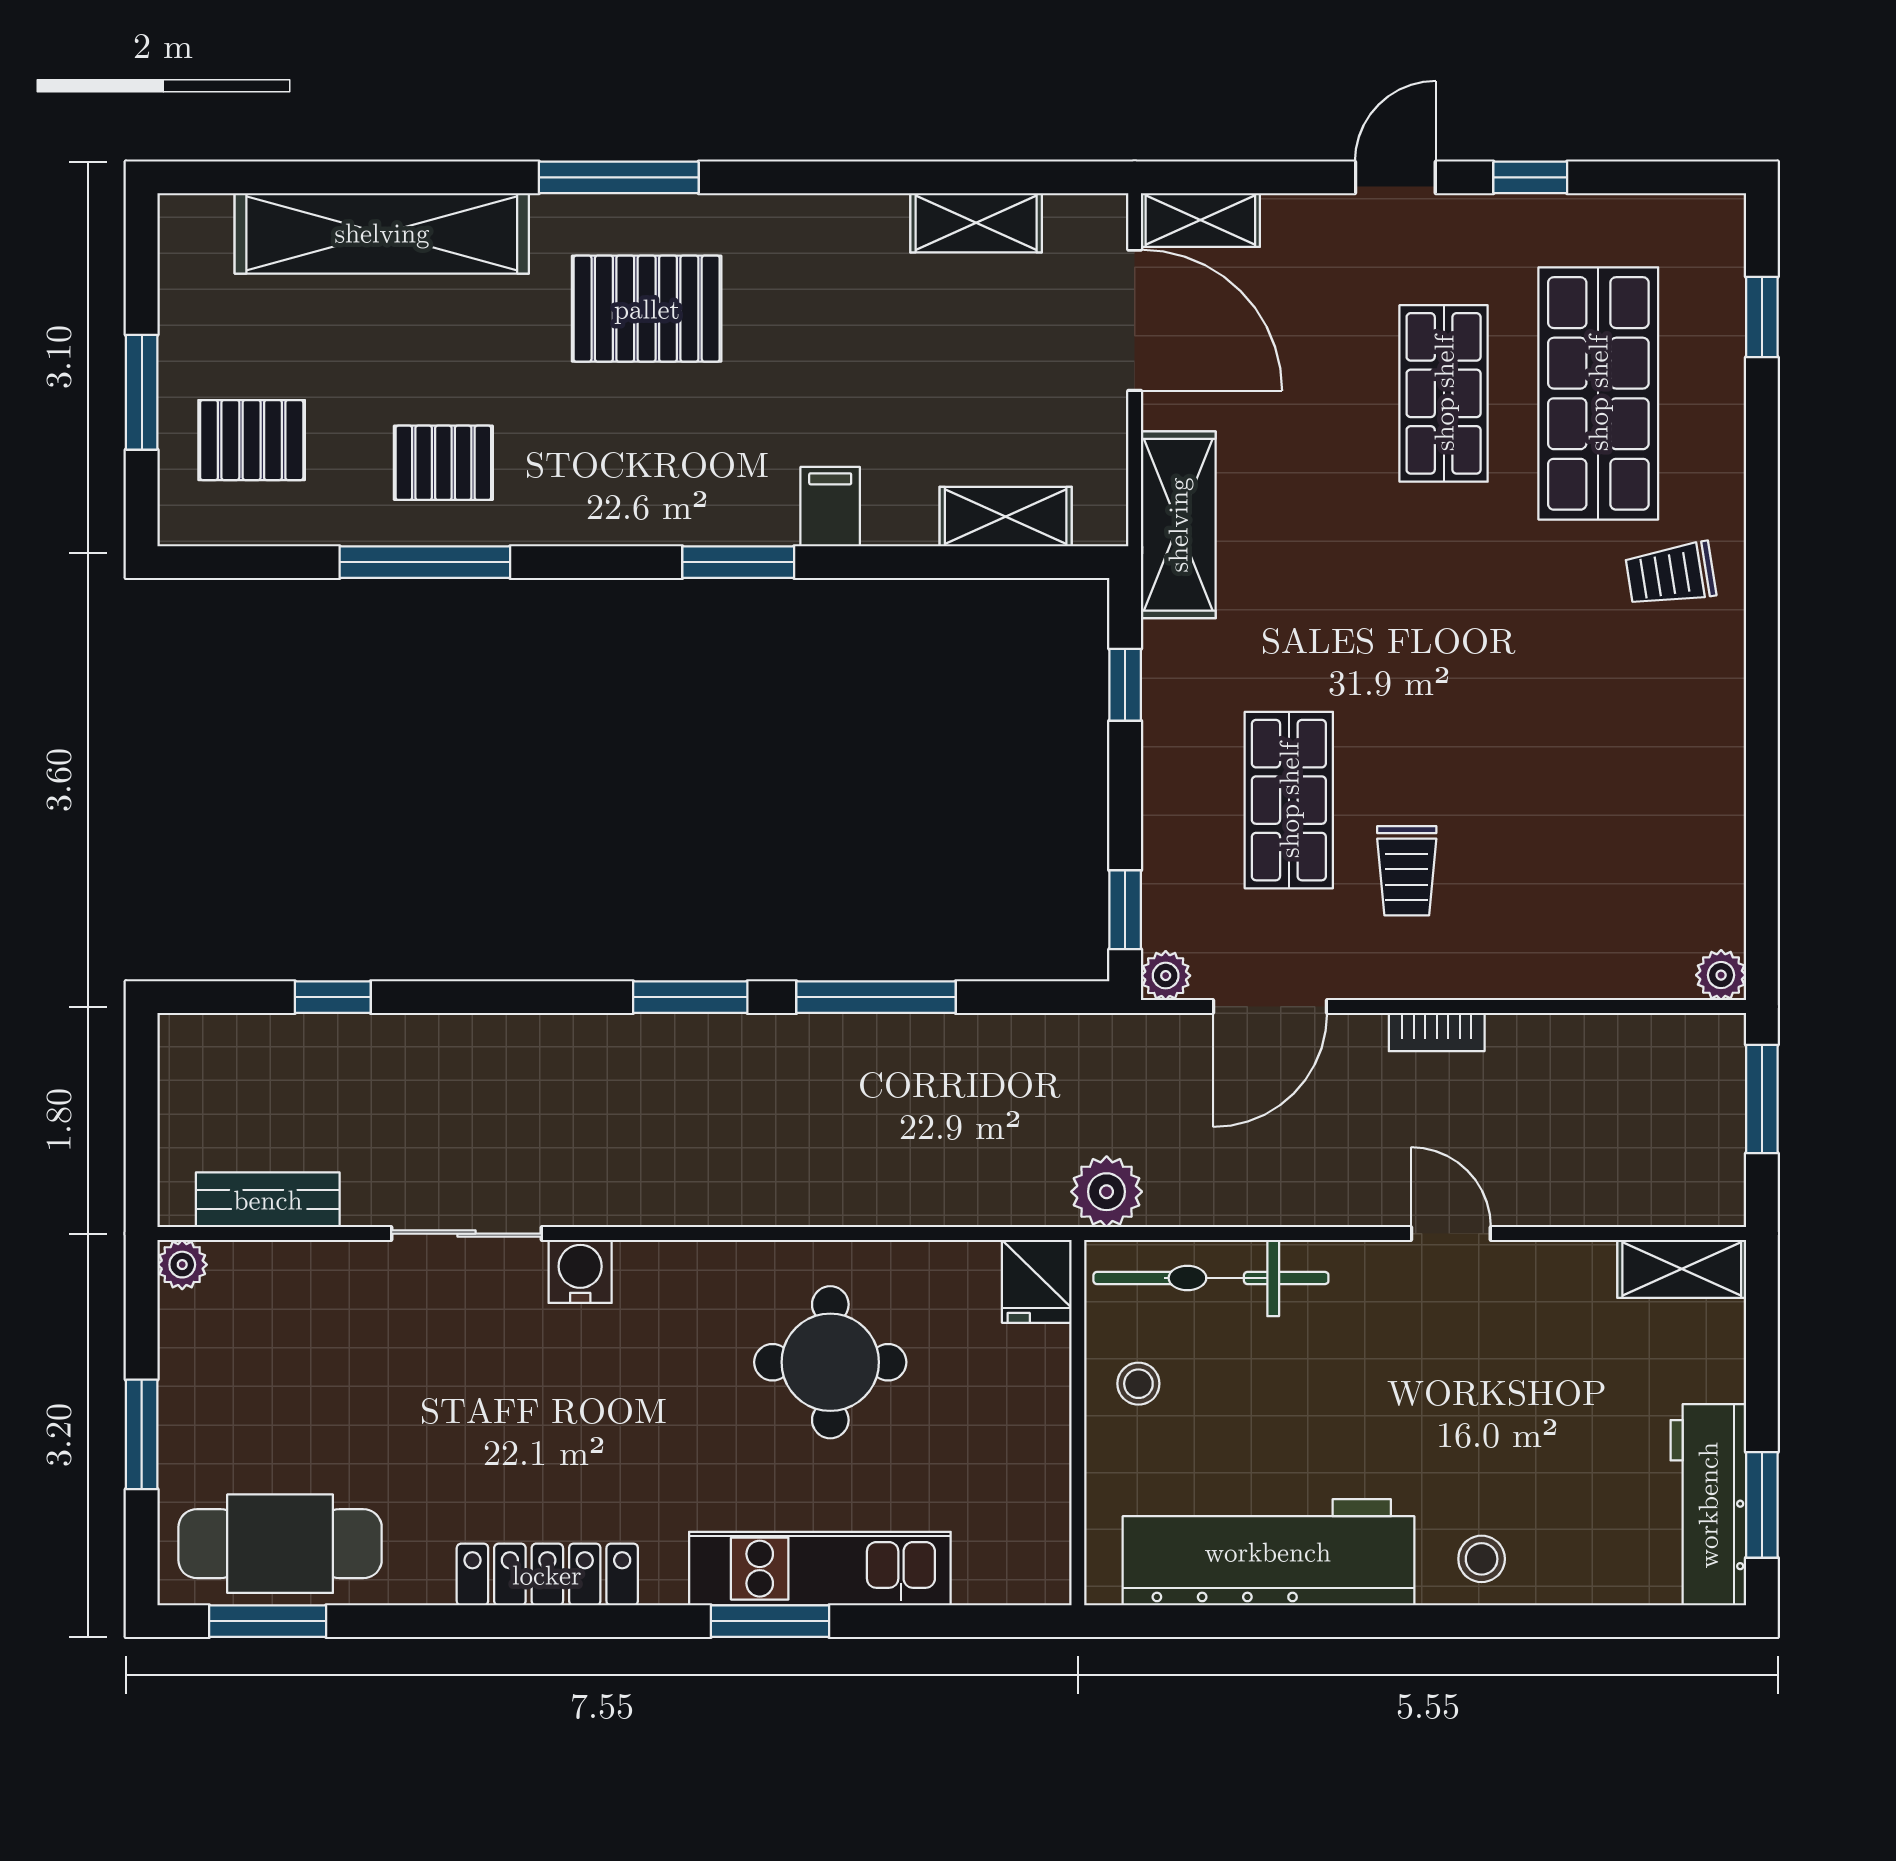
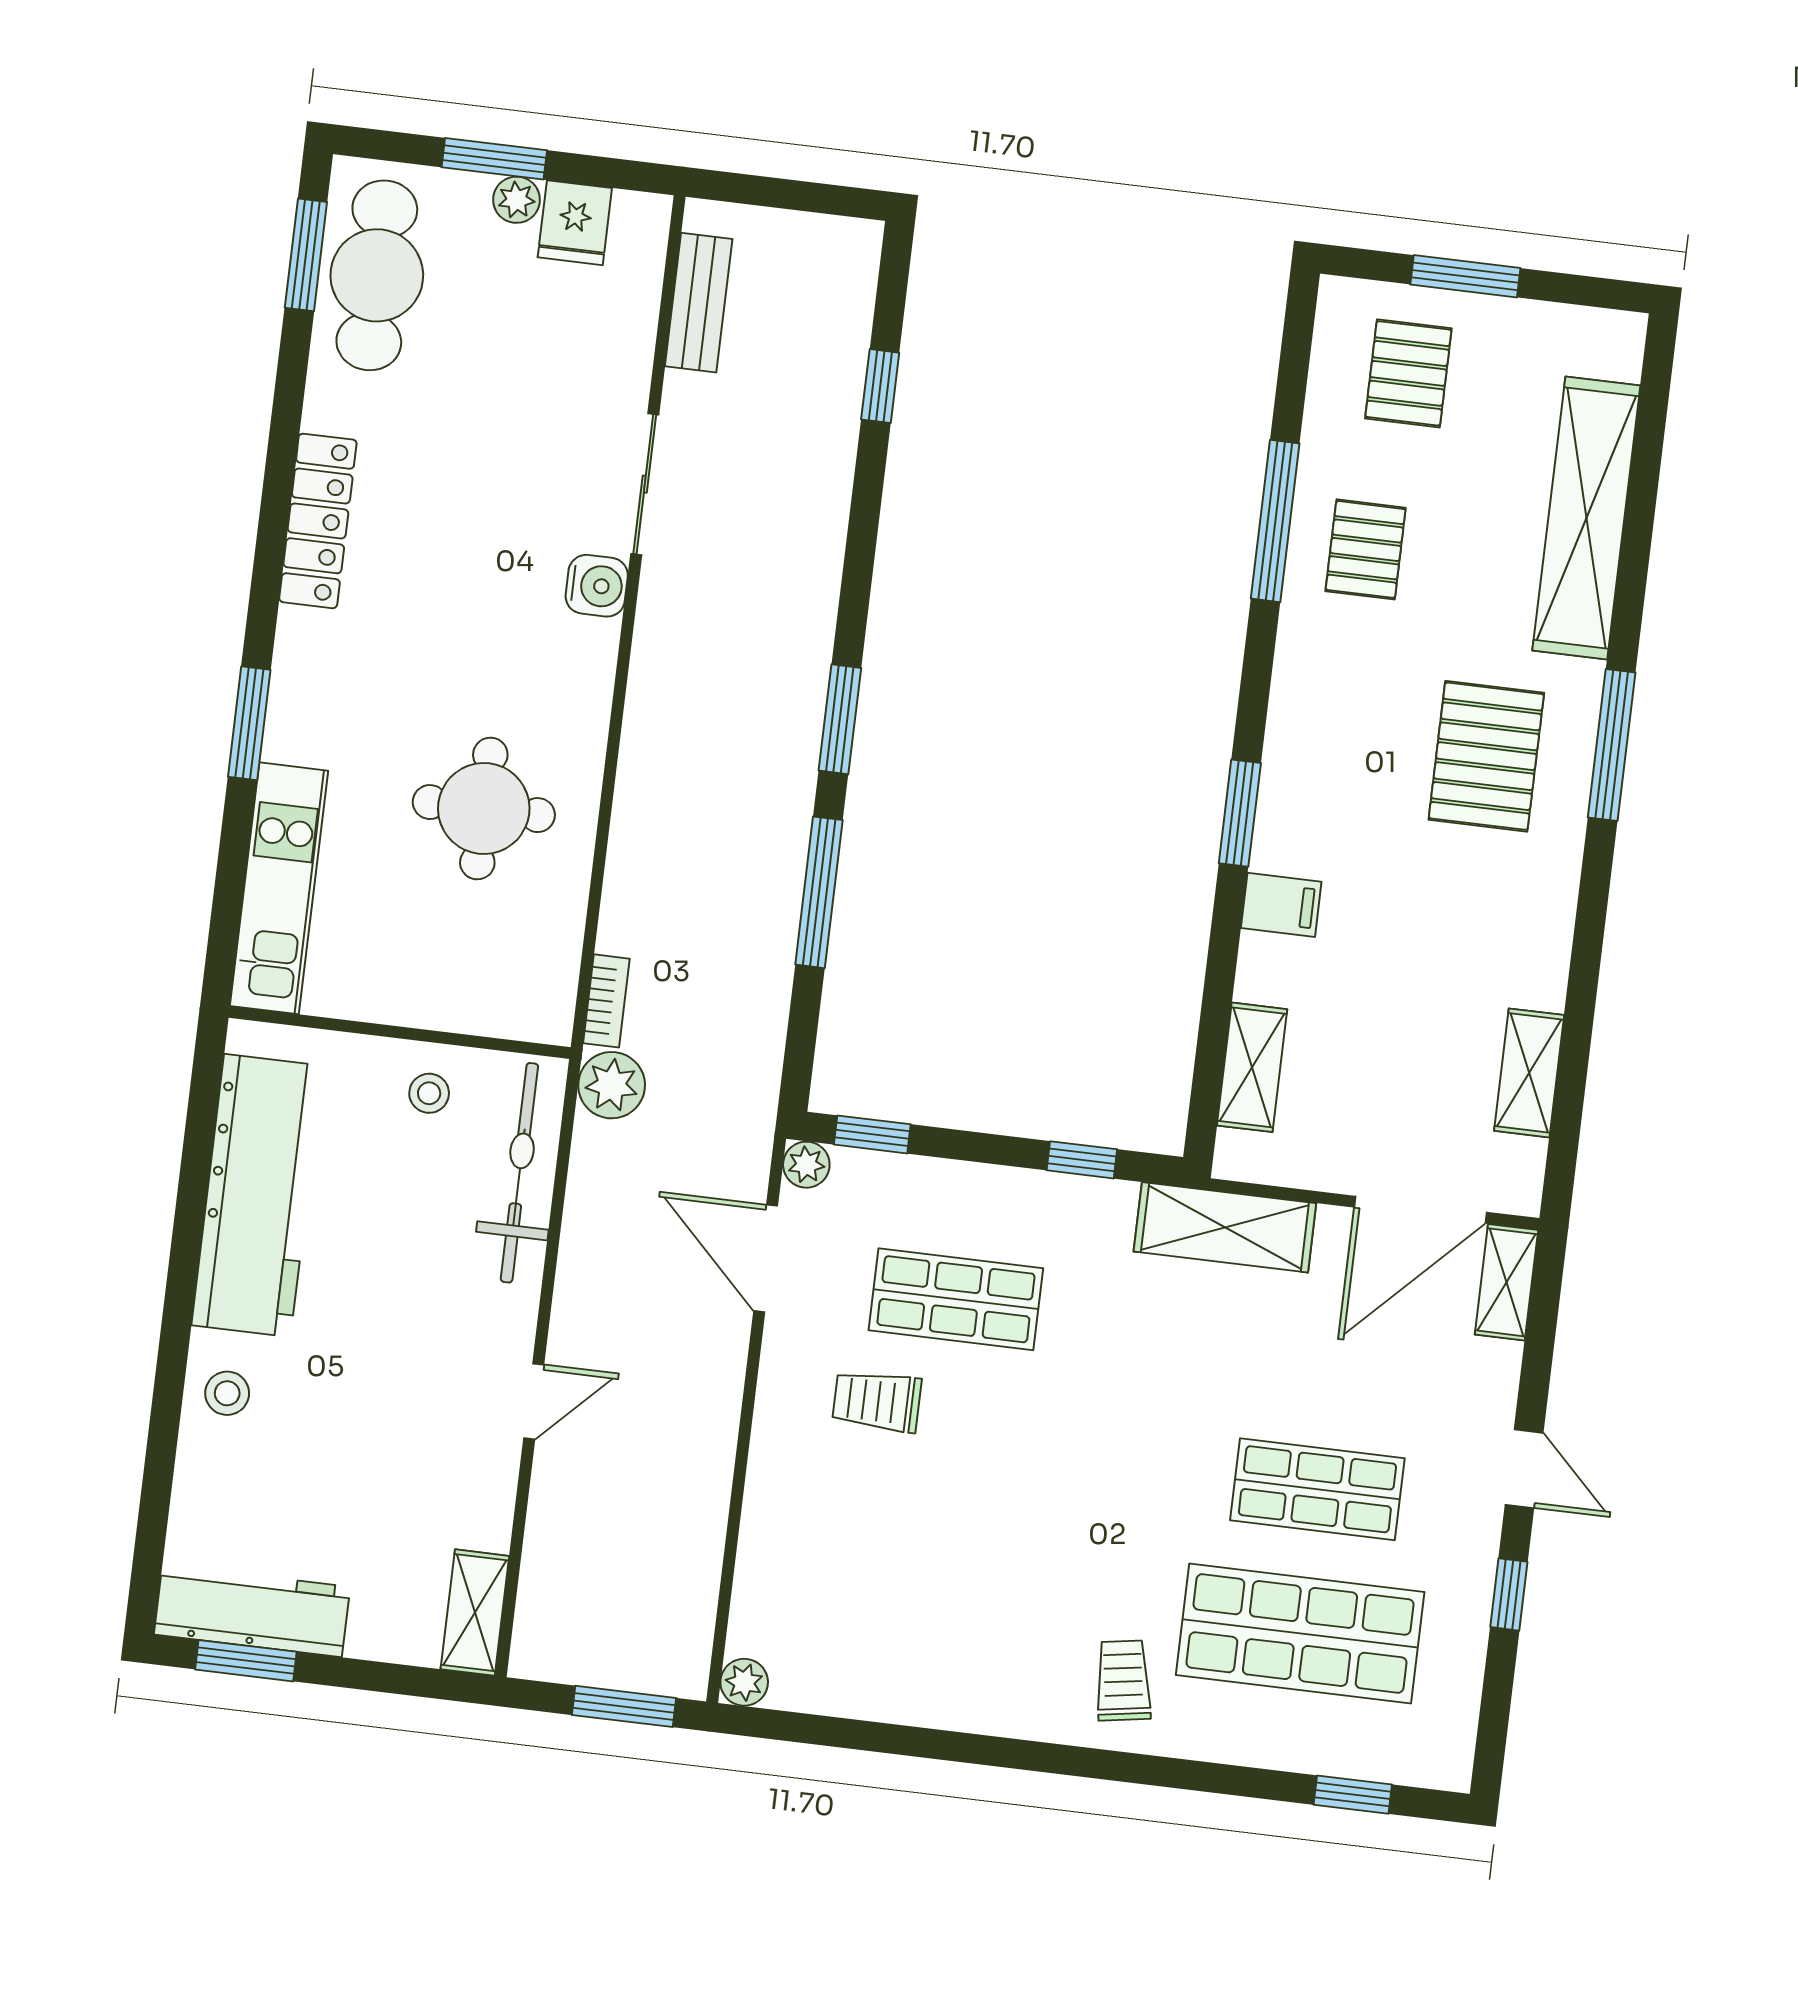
bookcase: (1437, 1032) -> (606, 1001), moved, turned 180
plant: (182, 1265) -> (517, 200), moved
fridge: (1037, 1281) -> (575, 223), moved, turned -90
kitchen unit: (820, 1569) -> (279, 888), moved

